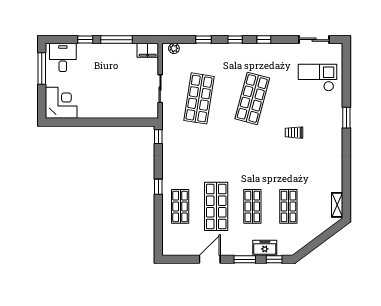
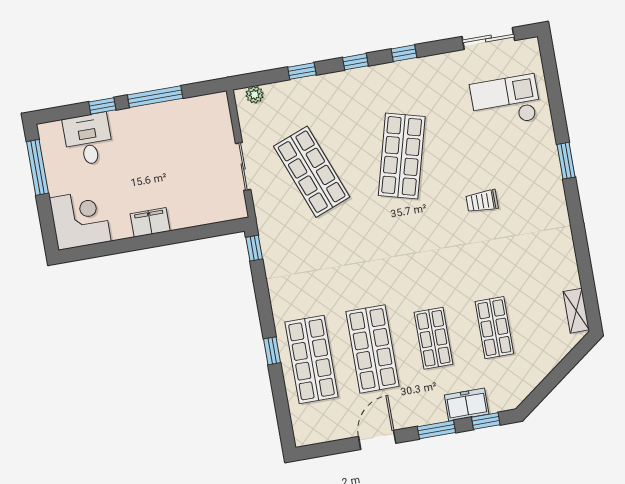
filing cabinet: (148, 50) -> (150, 222), moved, turned 180
desk: (63, 57) -> (88, 139), moved
shop shelf: (199, 98) -> (312, 172), turned -30
window: (158, 187) -> (272, 351), moved
shop shelf: (180, 206) -> (312, 360), width x1.43, depth x1.36

